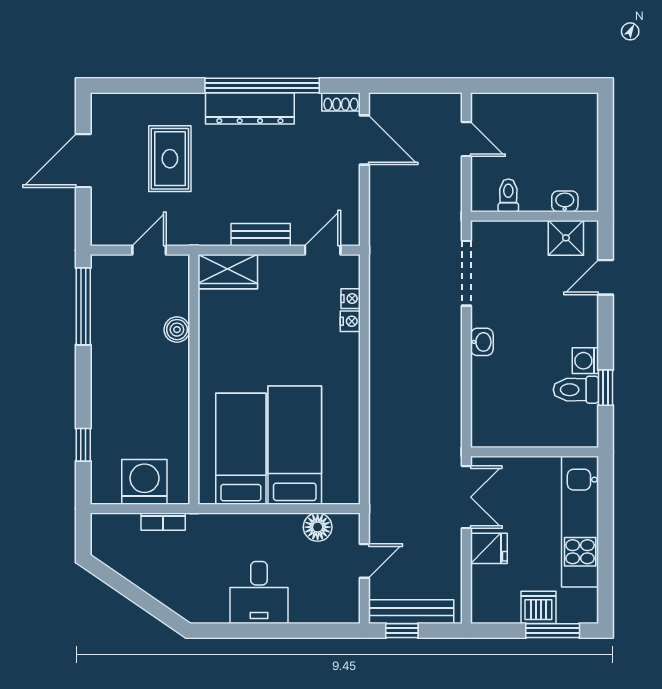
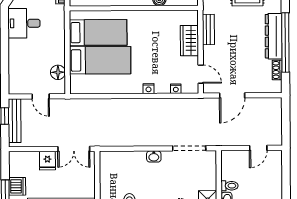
shoe rack: (341, 102) -> (277, 70), moved
door: (364, 140) -> (232, 95), moved
toilet: (508, 195) -> (229, 186), moved
bench: (261, 235) -> (208, 30), moved
wardrobe: (228, 272) -> (189, 41), moved
nightstand: (350, 321) -> (149, 89), moved
desk: (259, 592) -> (24, 23), moved

